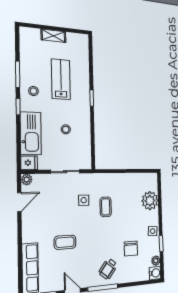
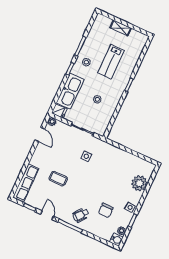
lab bench: (61, 79) -> (111, 62), turned 180
door: (19, 202) -> (40, 135), hinge flipped
coffee table: (106, 207) -> (101, 170), removed

